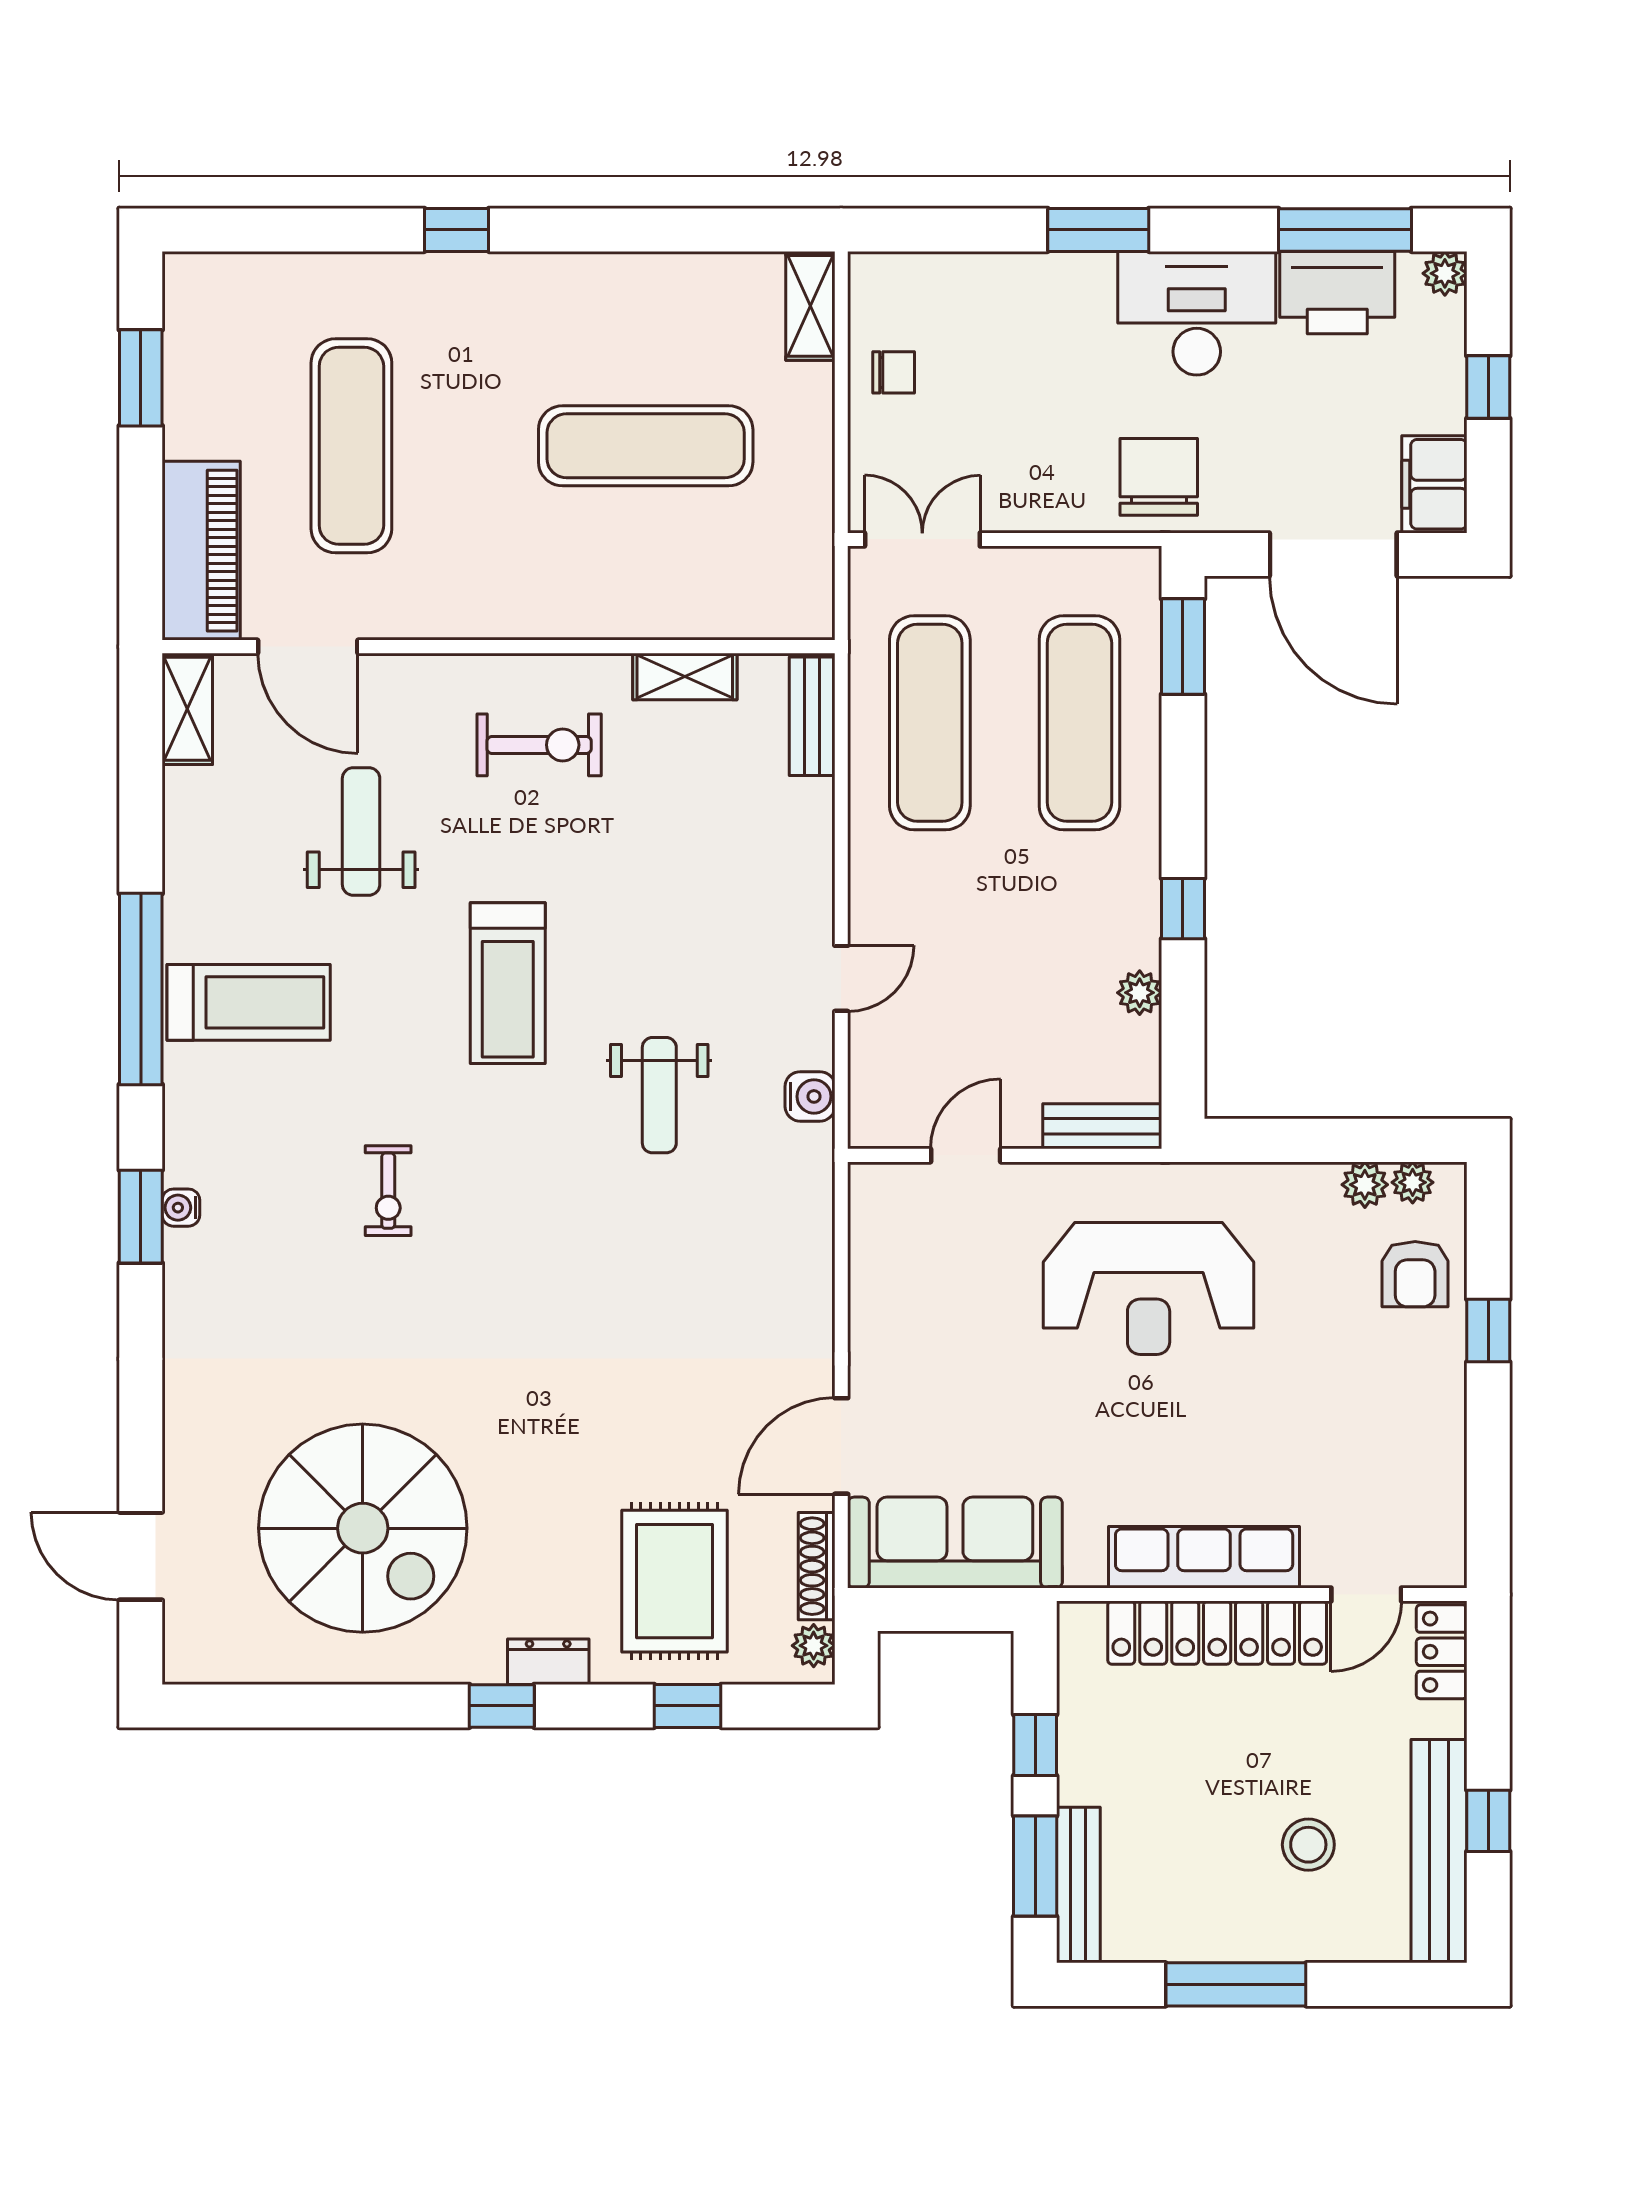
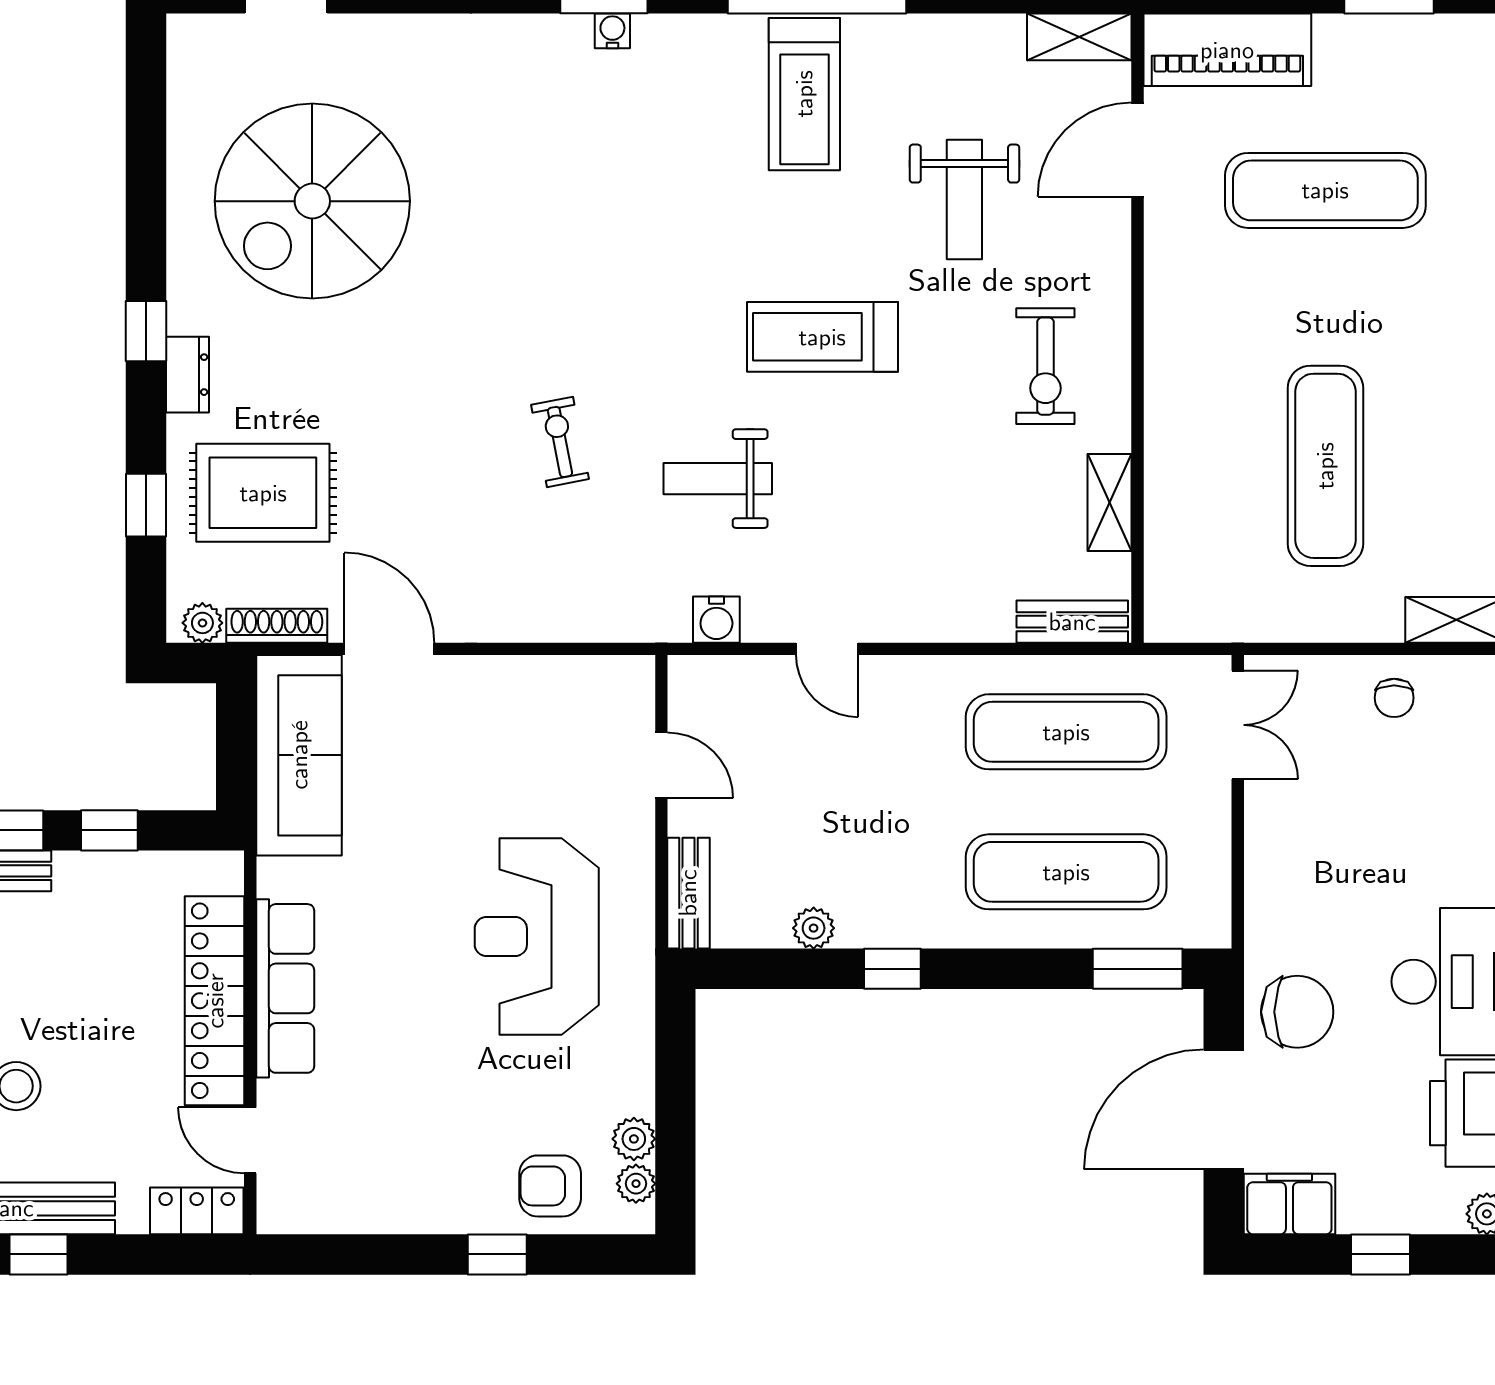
chair: (1159, 477) -> (1297, 1012), moved
weight bench: (361, 831) -> (964, 199), turned 90
exercise bike: (388, 1191) -> (560, 442), moved, turned 79

